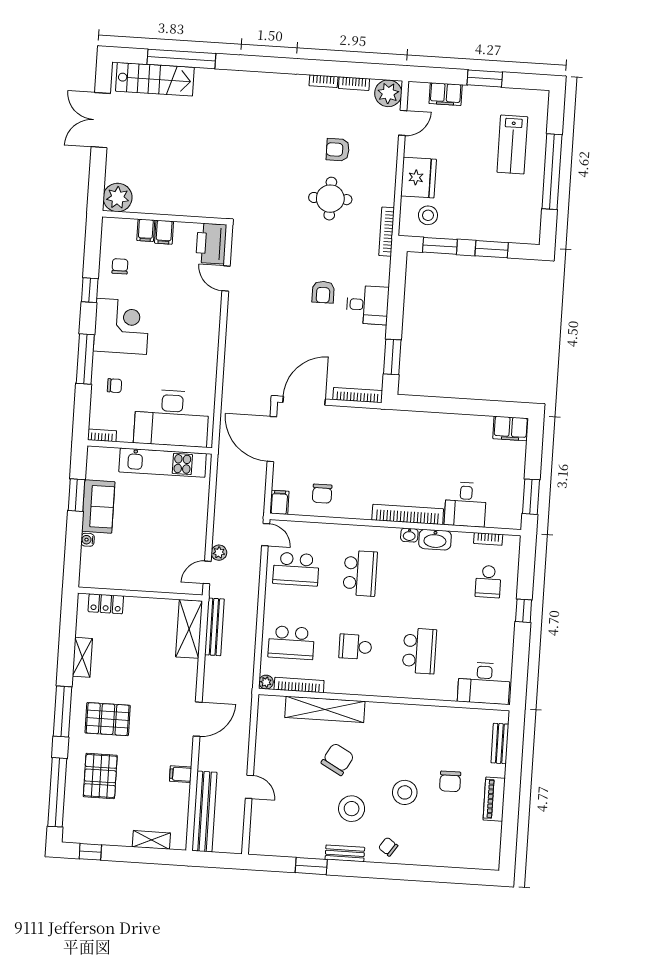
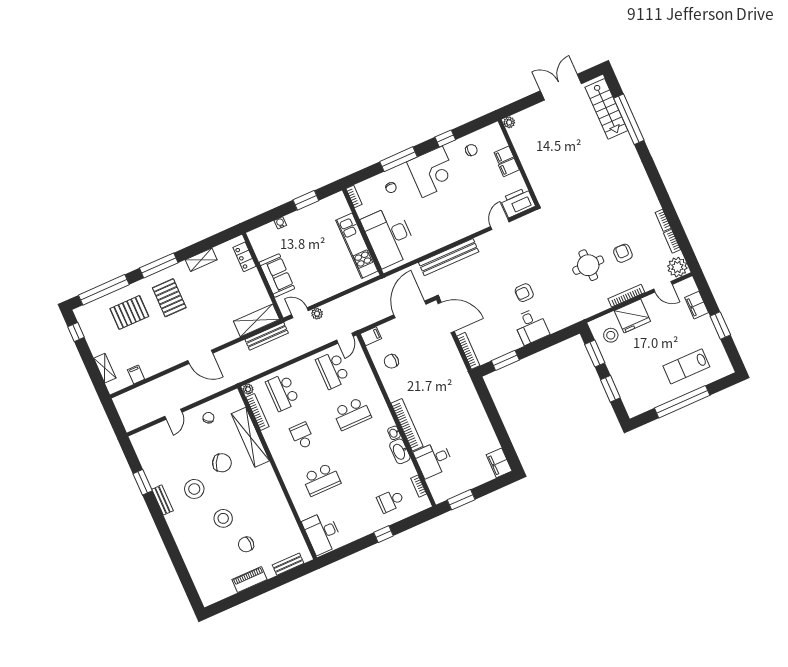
plant: (118, 198) -> (509, 122), width x0.53, depth x0.53
bookcase: (387, 232) -> (626, 296), moved
sofa: (98, 507) -> (277, 275), moved, turned -90
filing cabinet: (181, 774) -> (136, 374), moved
bench: (204, 812) -> (449, 257), moved
chair: (388, 847) -> (208, 418), moved

